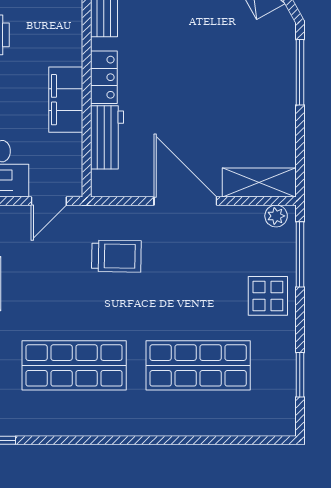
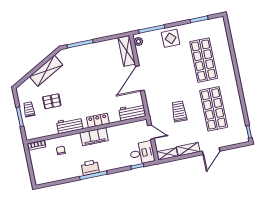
filing cabinet: (66, 100) -> (94, 137), moved
workbench: (107, 137) -> (132, 112), moved
trolley: (116, 256) -> (179, 111), moved

